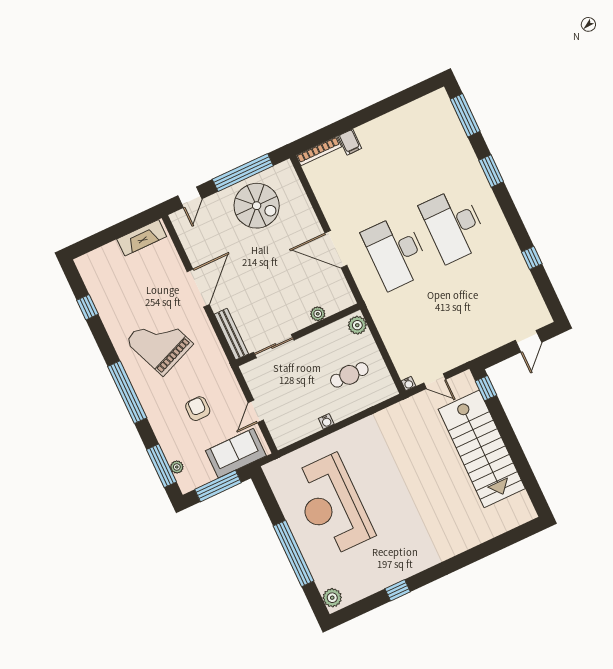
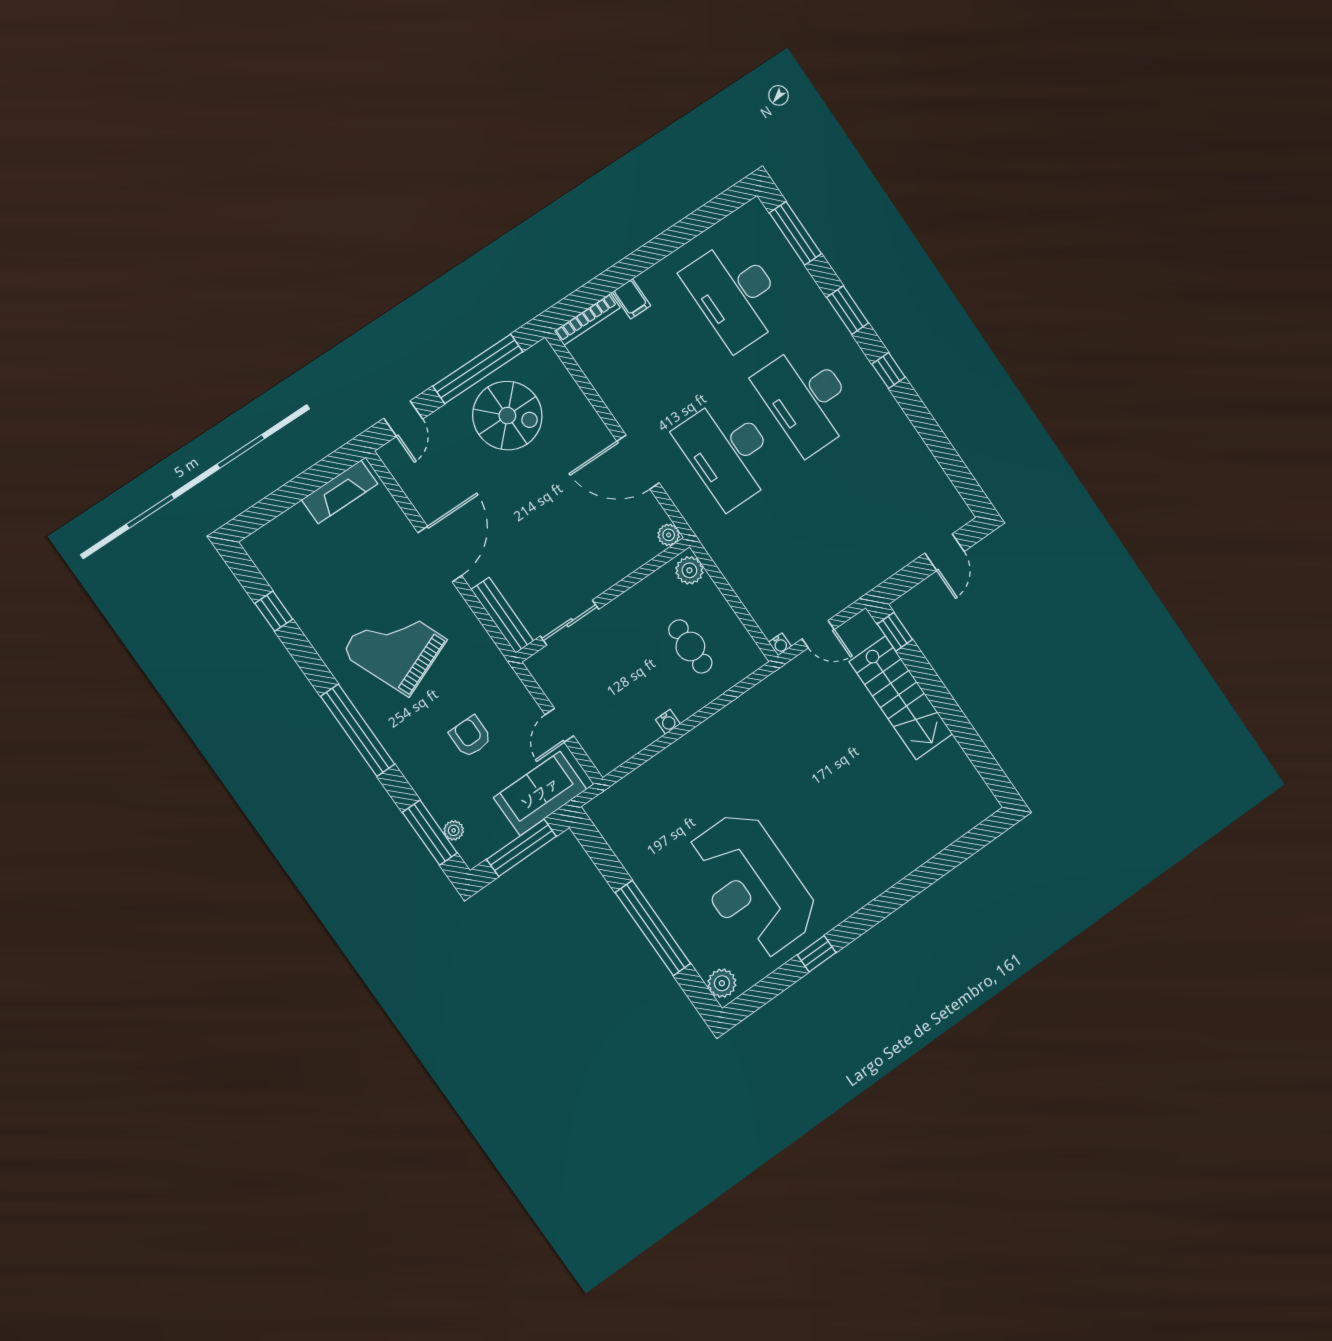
desk: (419, 149) -> (735, 294), added
window: (532, 258) -> (889, 371), moved
plant: (318, 314) -> (669, 535), moved
cafe table: (349, 375) -> (690, 646), turned 90
stairs: (482, 449) -> (901, 698), width x0.73, depth x0.66
reception desk: (332, 505) -> (751, 885), moved

